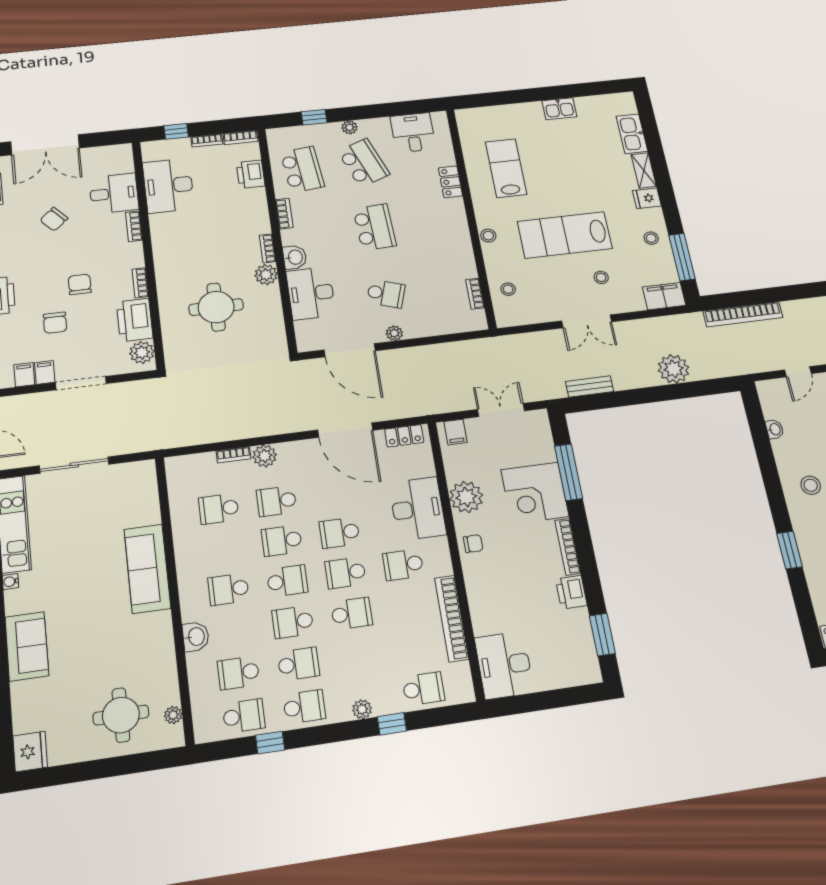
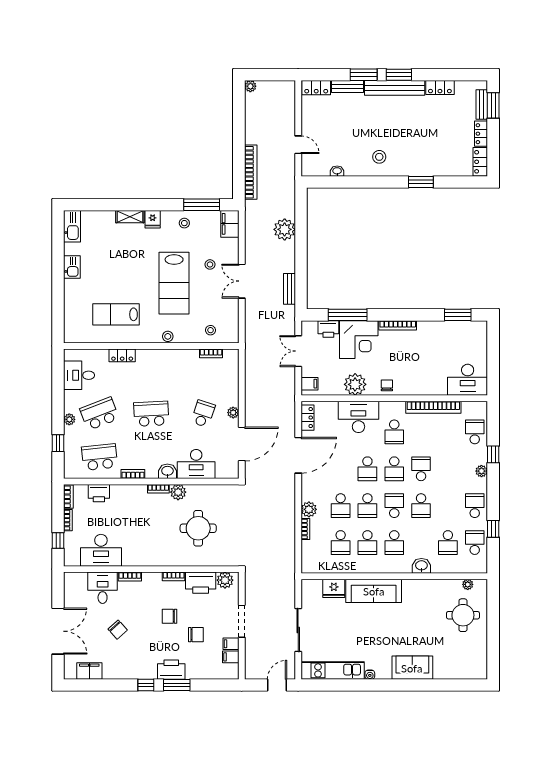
kitchen sink: (632, 134) -> (72, 226), moved, turned -90
double door: (587, 321) -> (242, 281), swing flipped
printer: (571, 592) -> (328, 329), moved
school desk: (298, 664) -> (367, 543), moved, turned 180
fridge: (30, 751) -> (334, 588), moved, turned 180

